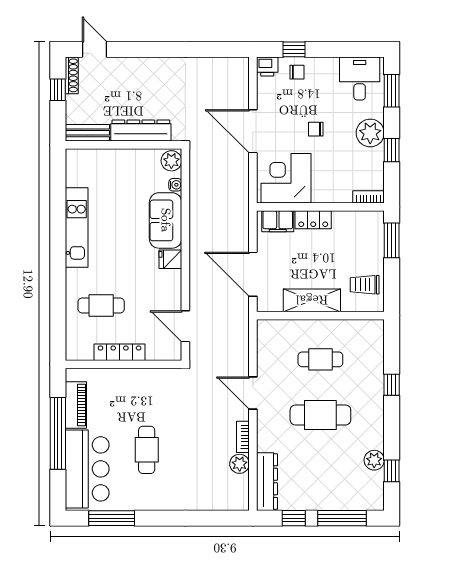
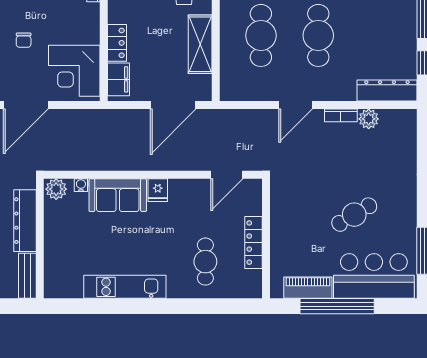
cafe table: (320, 359) -> (261, 35), width x1.37, depth x1.35
cafe table: (147, 450) -> (354, 215), turned -31

